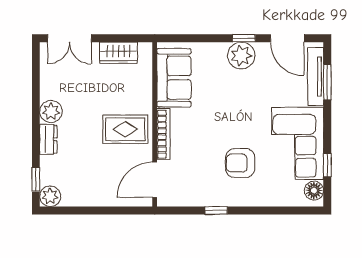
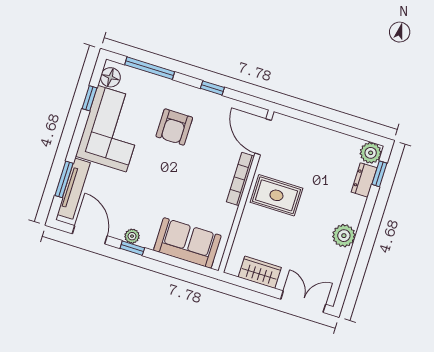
plant: (241, 56) -> (132, 236), width x0.53, depth x0.53
sofa: (174, 78) -> (187, 243), moved, turned 90
dresser: (48, 139) -> (364, 180), moved
armchair: (240, 163) -> (174, 127), turned 90
door: (155, 180) -> (263, 137), swing flipped
window: (280, 210) -> (150, 68), added

